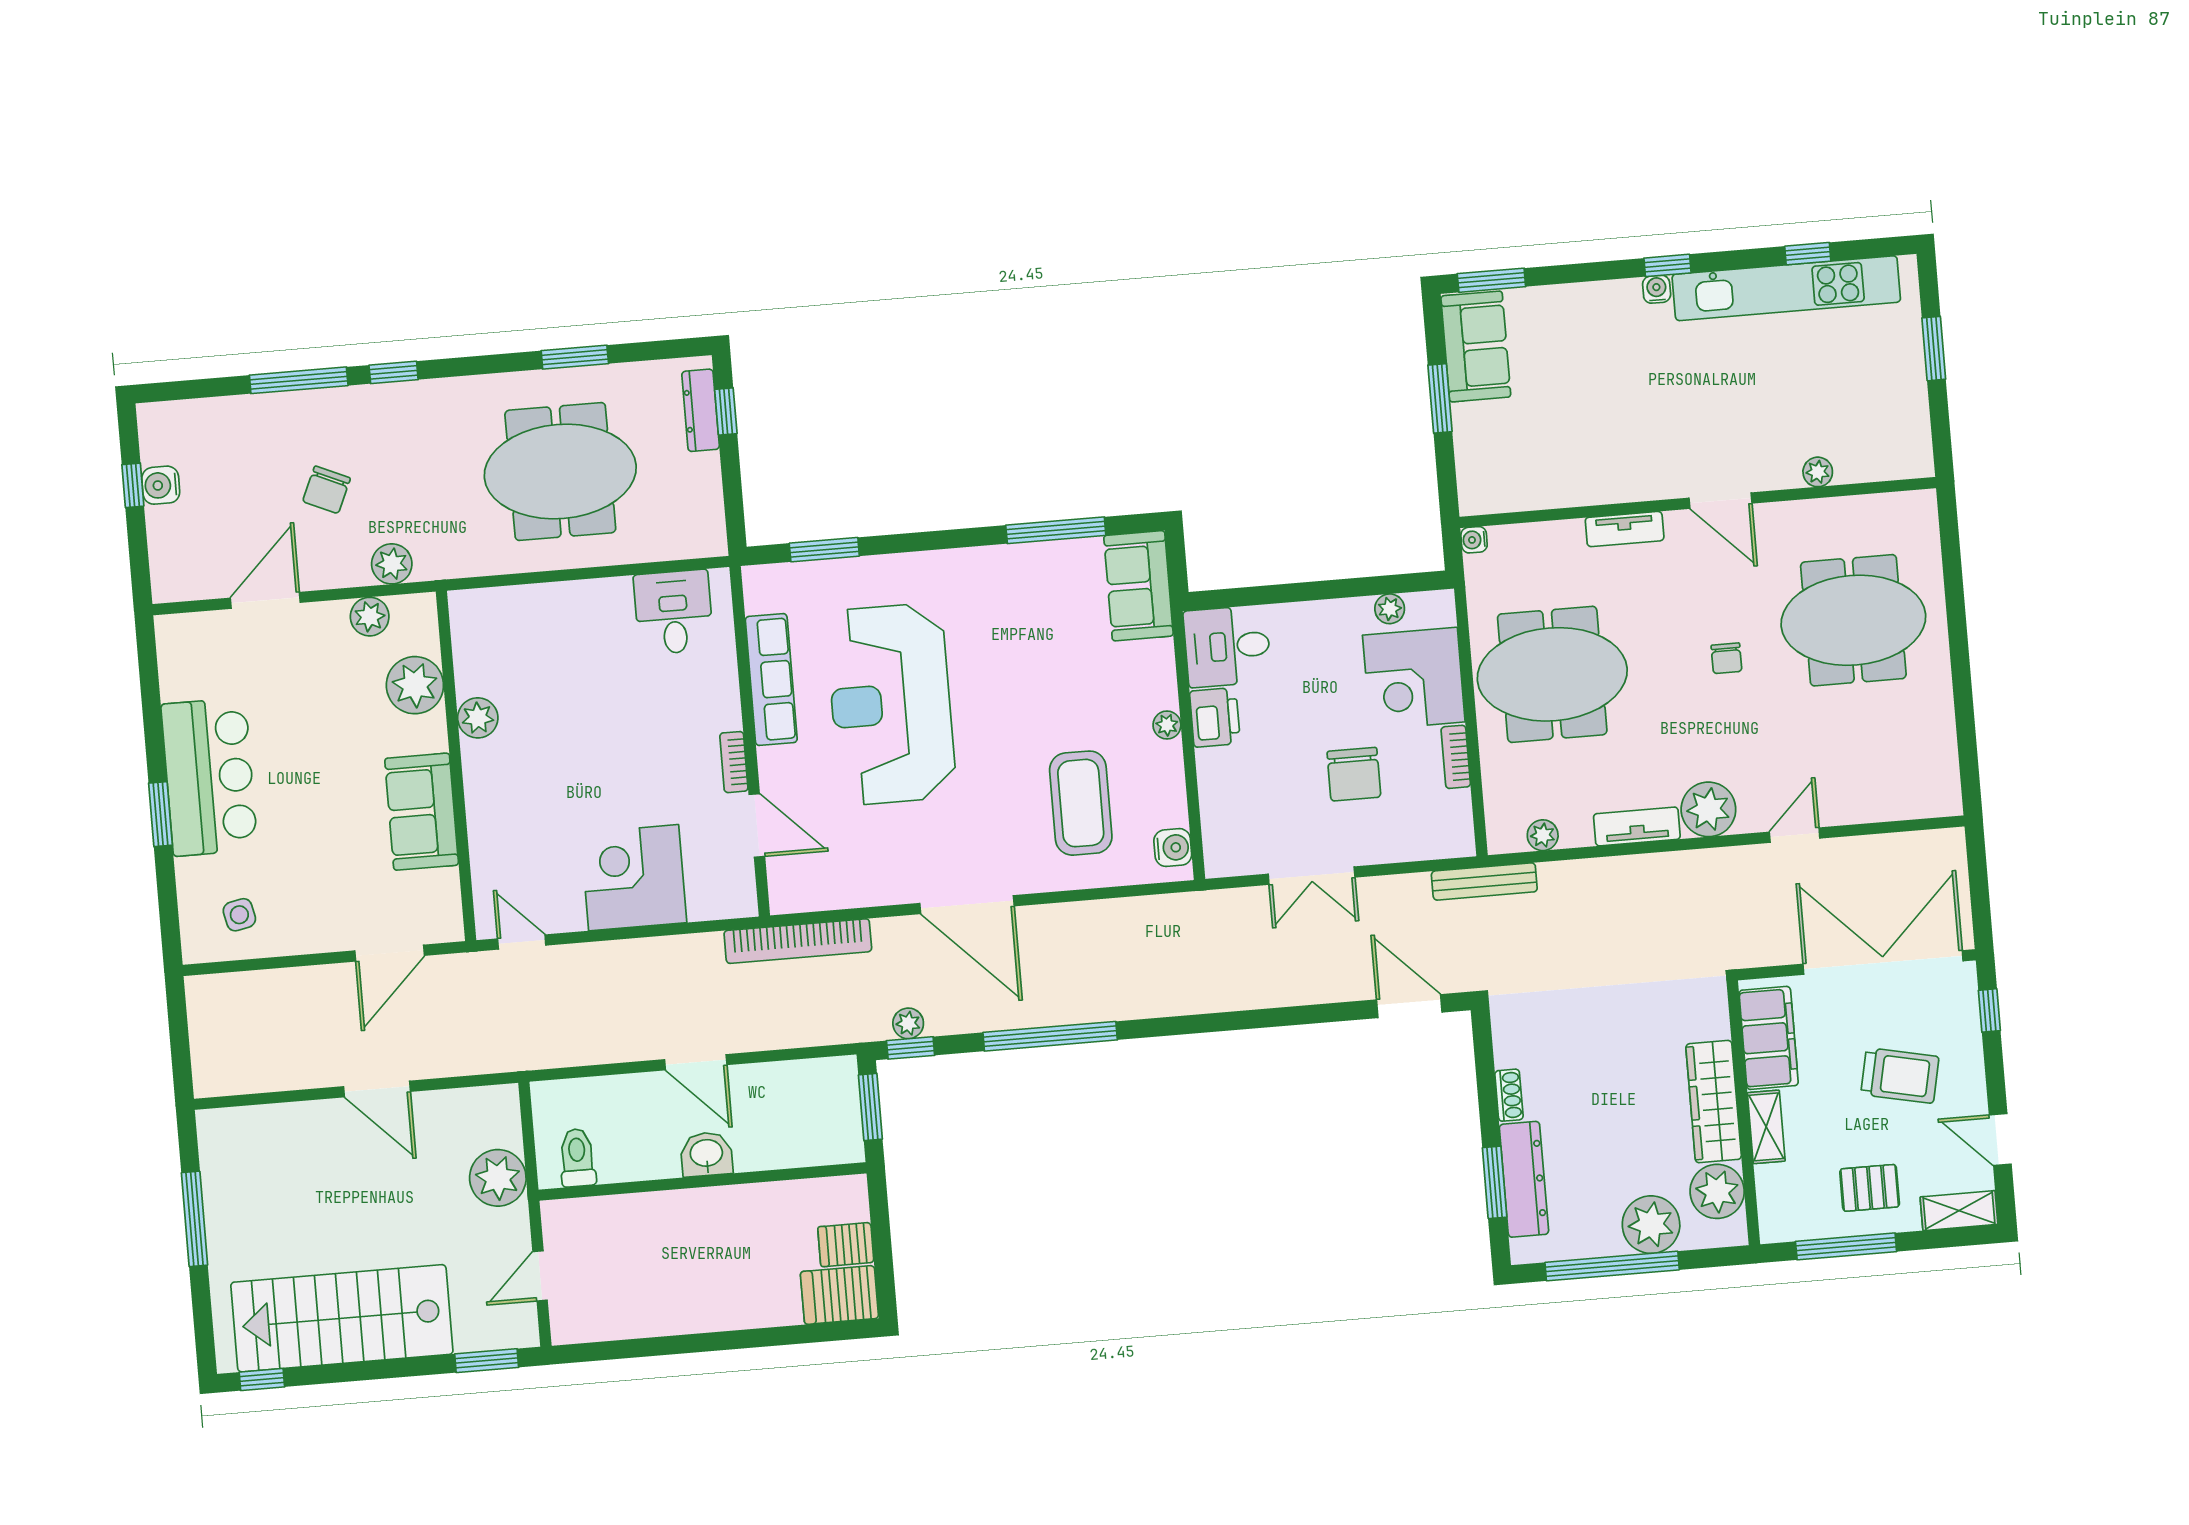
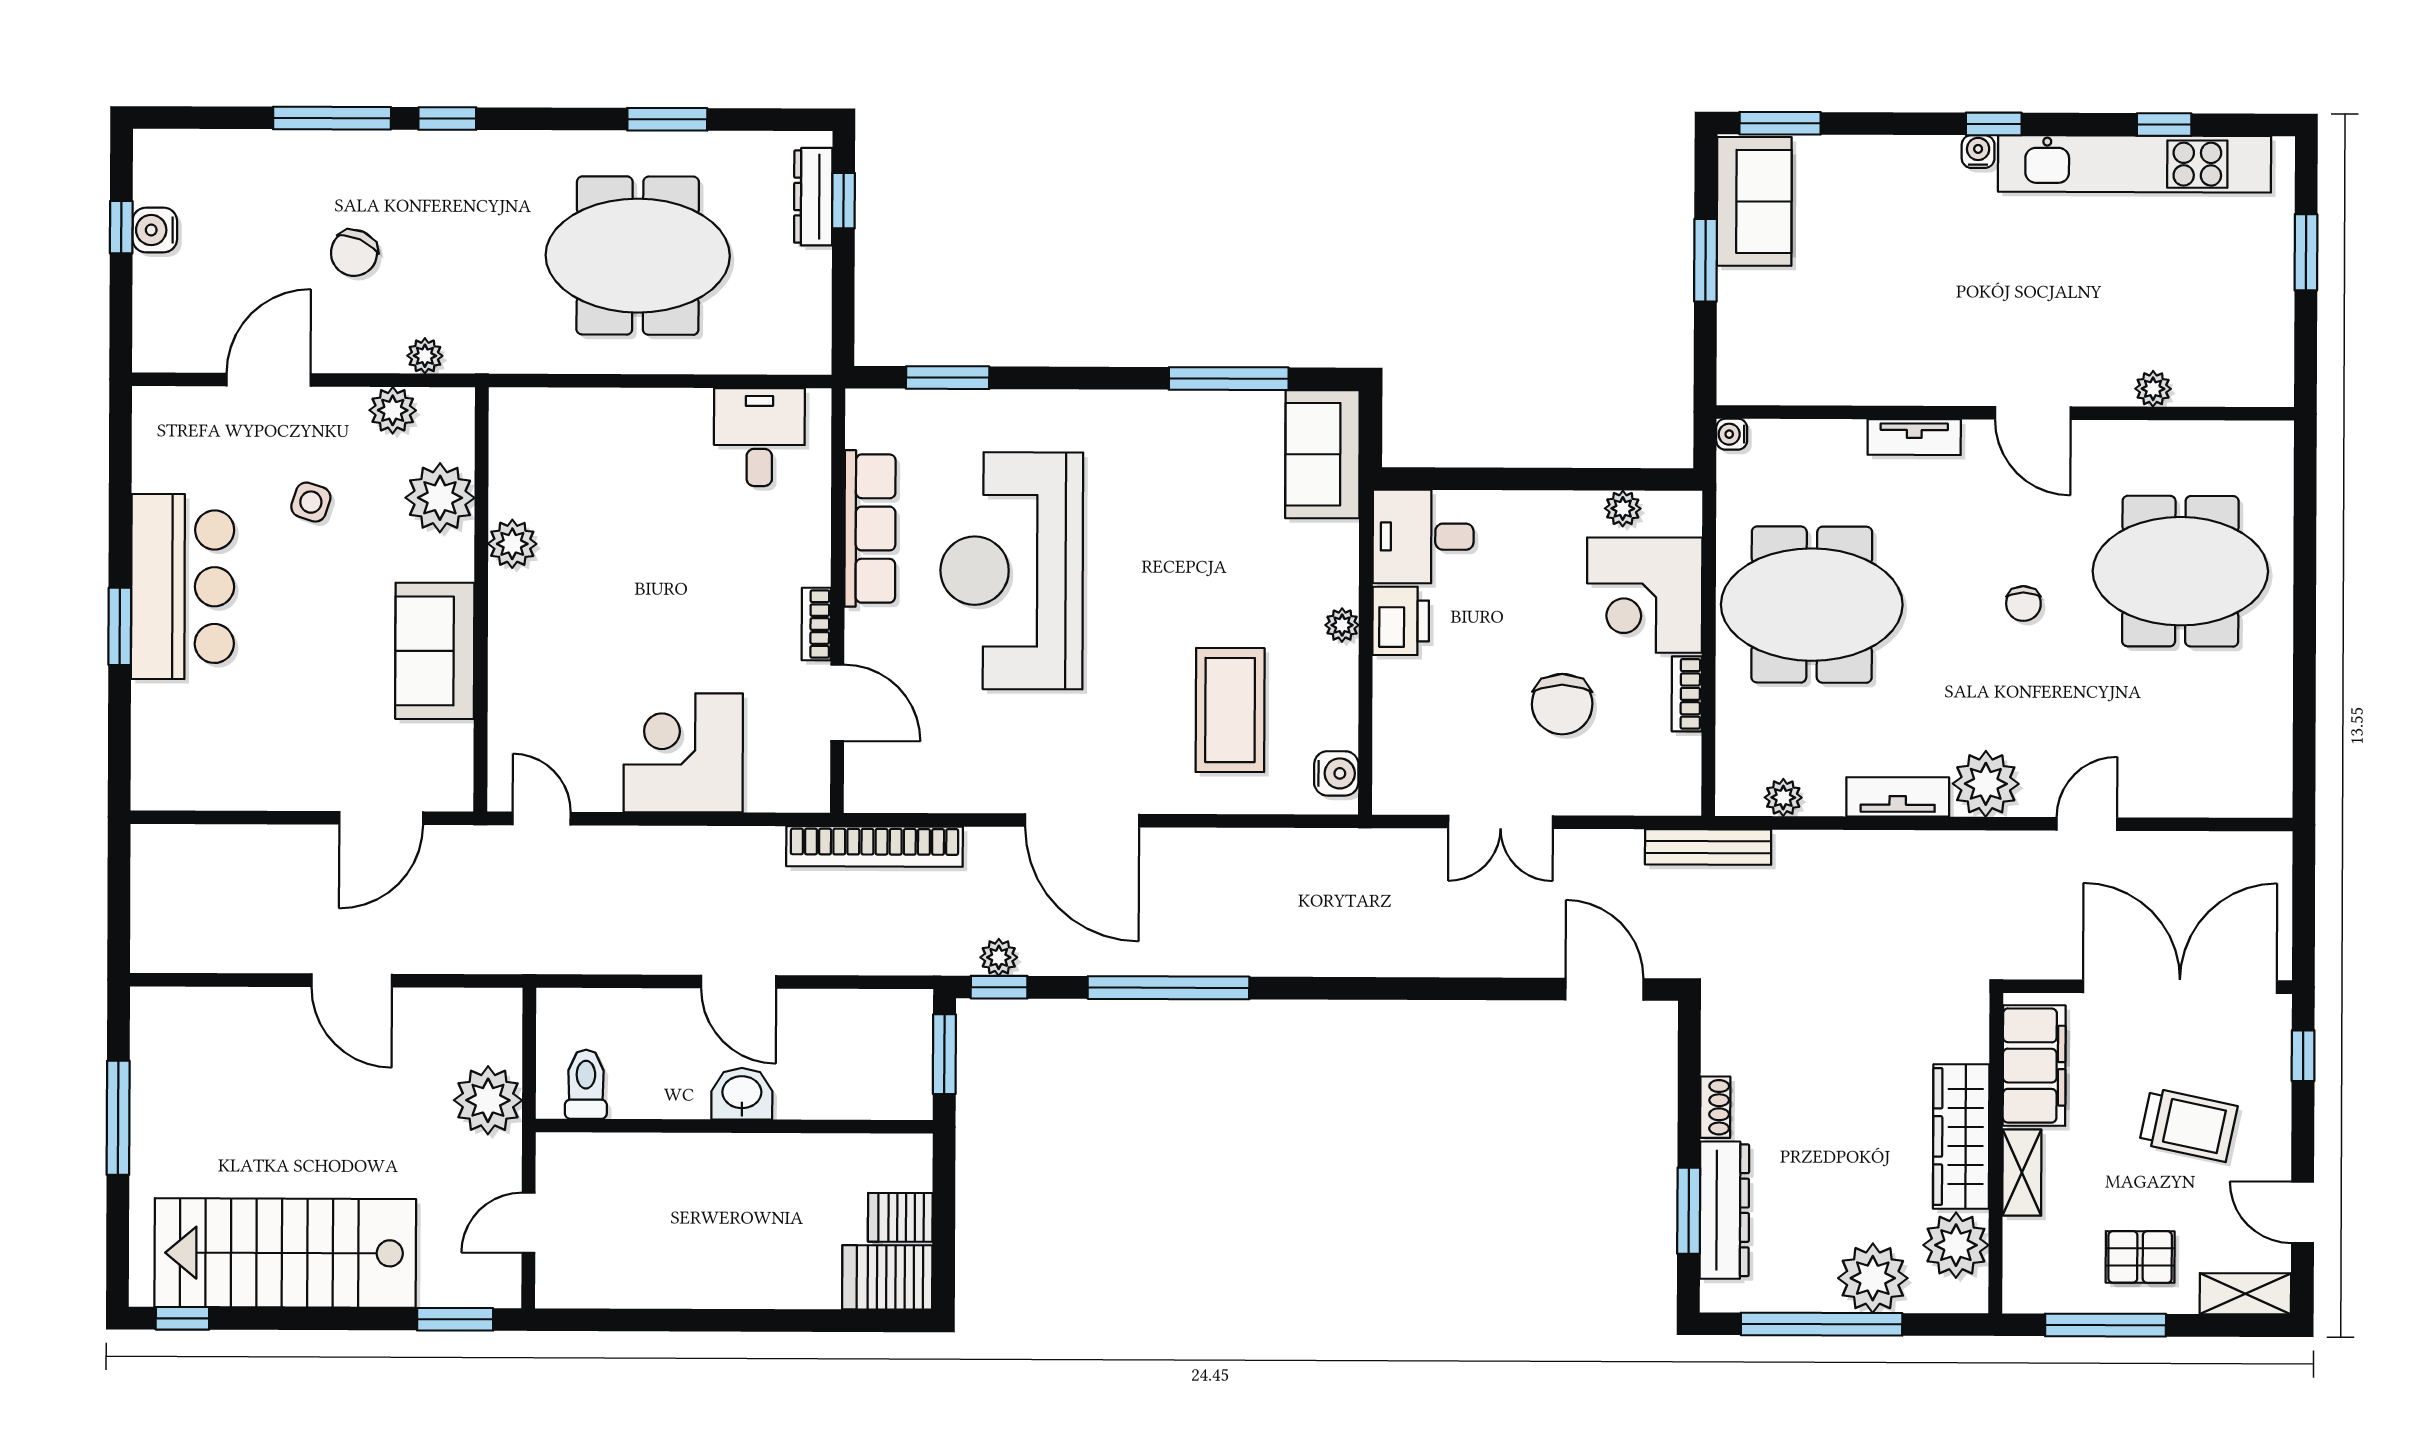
plant: (392, 564) -> (425, 356), width x0.73, depth x0.73
side table: (239, 915) -> (311, 502), moved, turned 30

